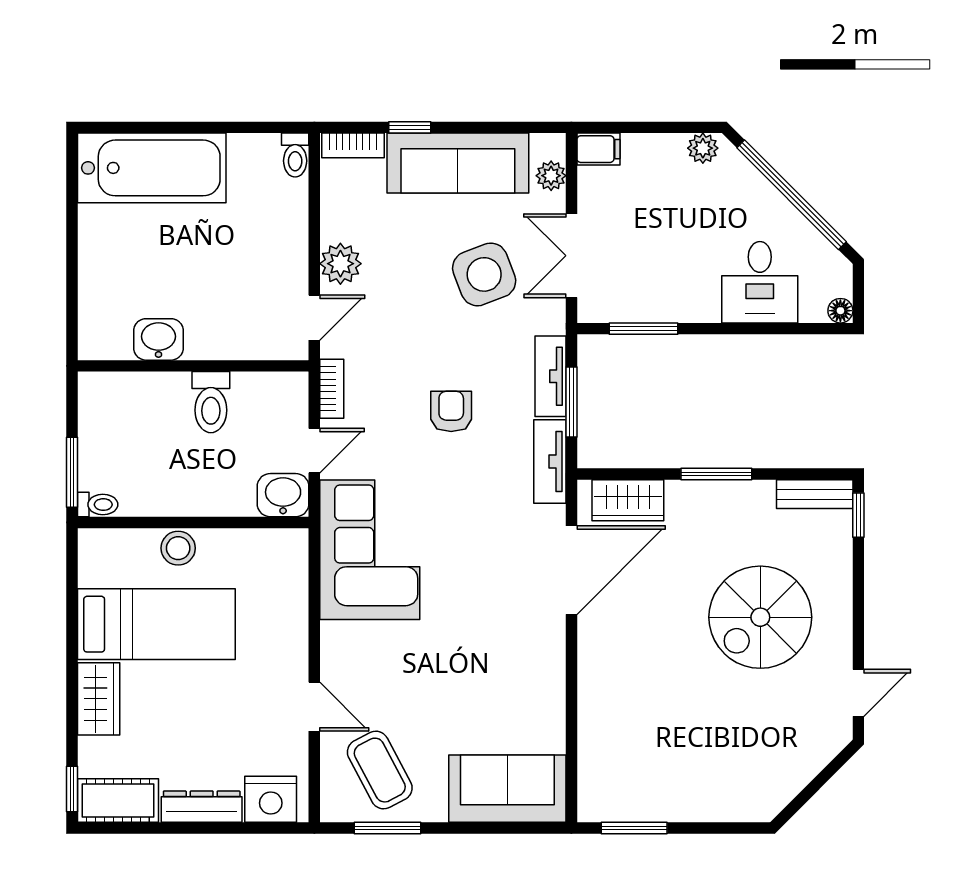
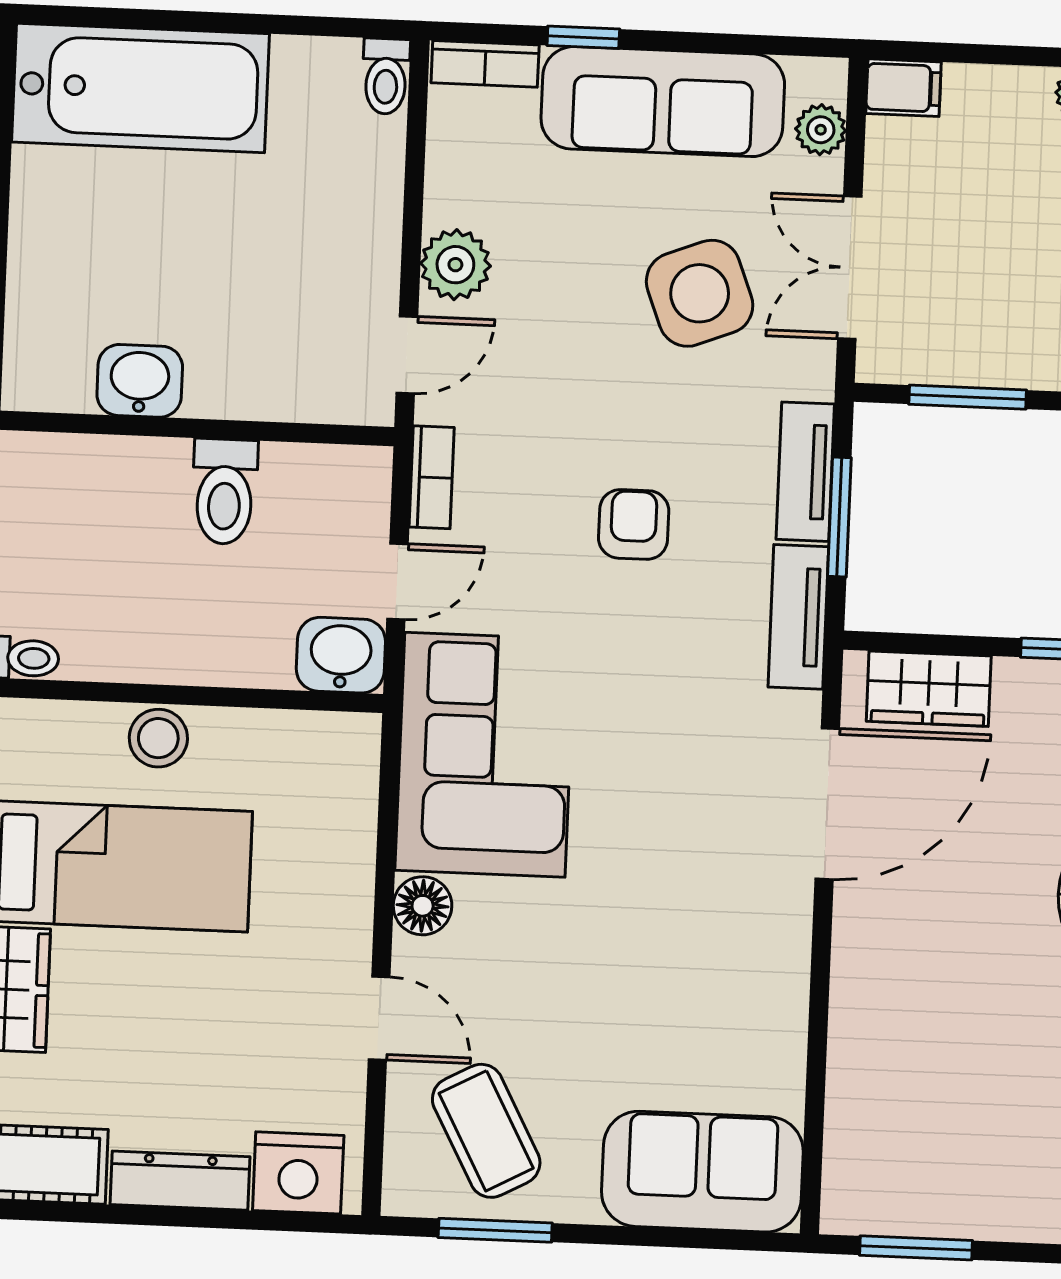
floor lamp: (337, 640) -> (423, 906), added

